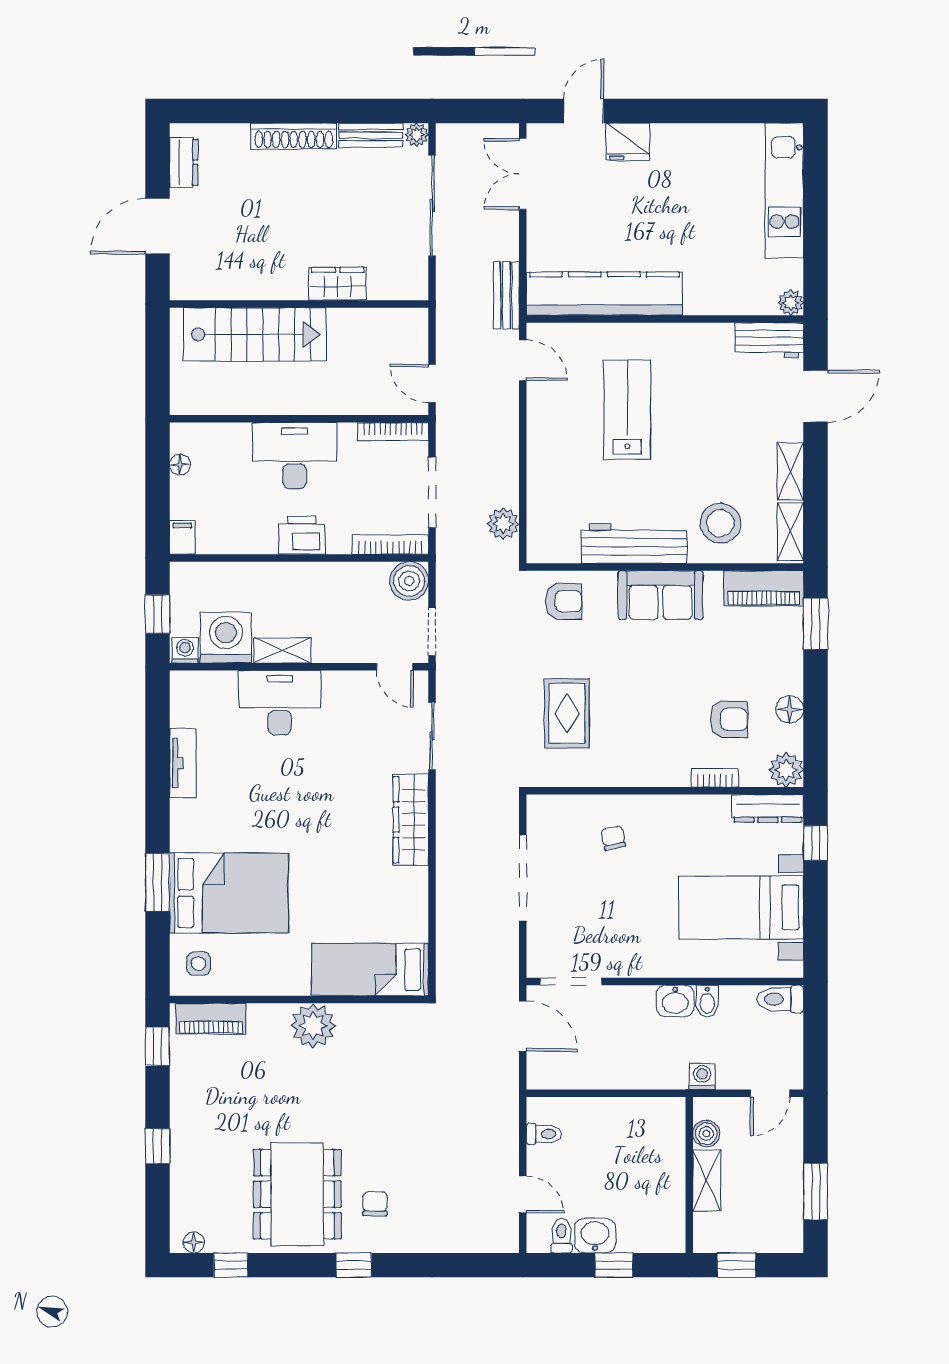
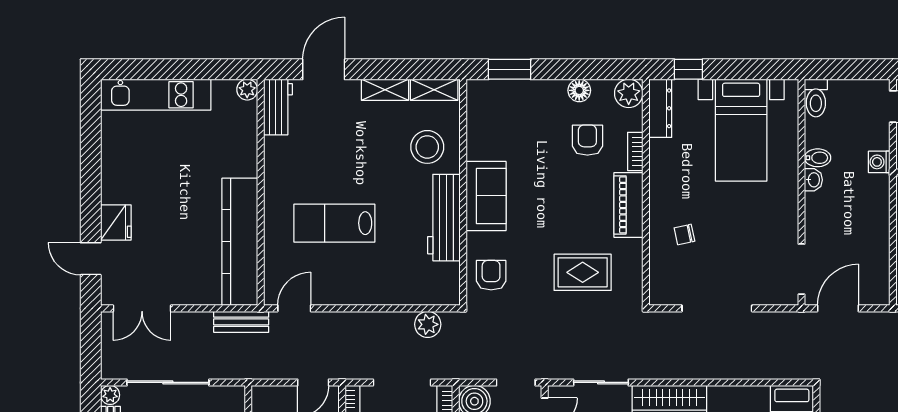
door: (816, 396) -> (324, 69), hinge flipped
piano: (764, 588) -> (628, 205), moved, turned 180
washbasin: (675, 1001) -> (813, 180), width x0.72, depth x0.69

